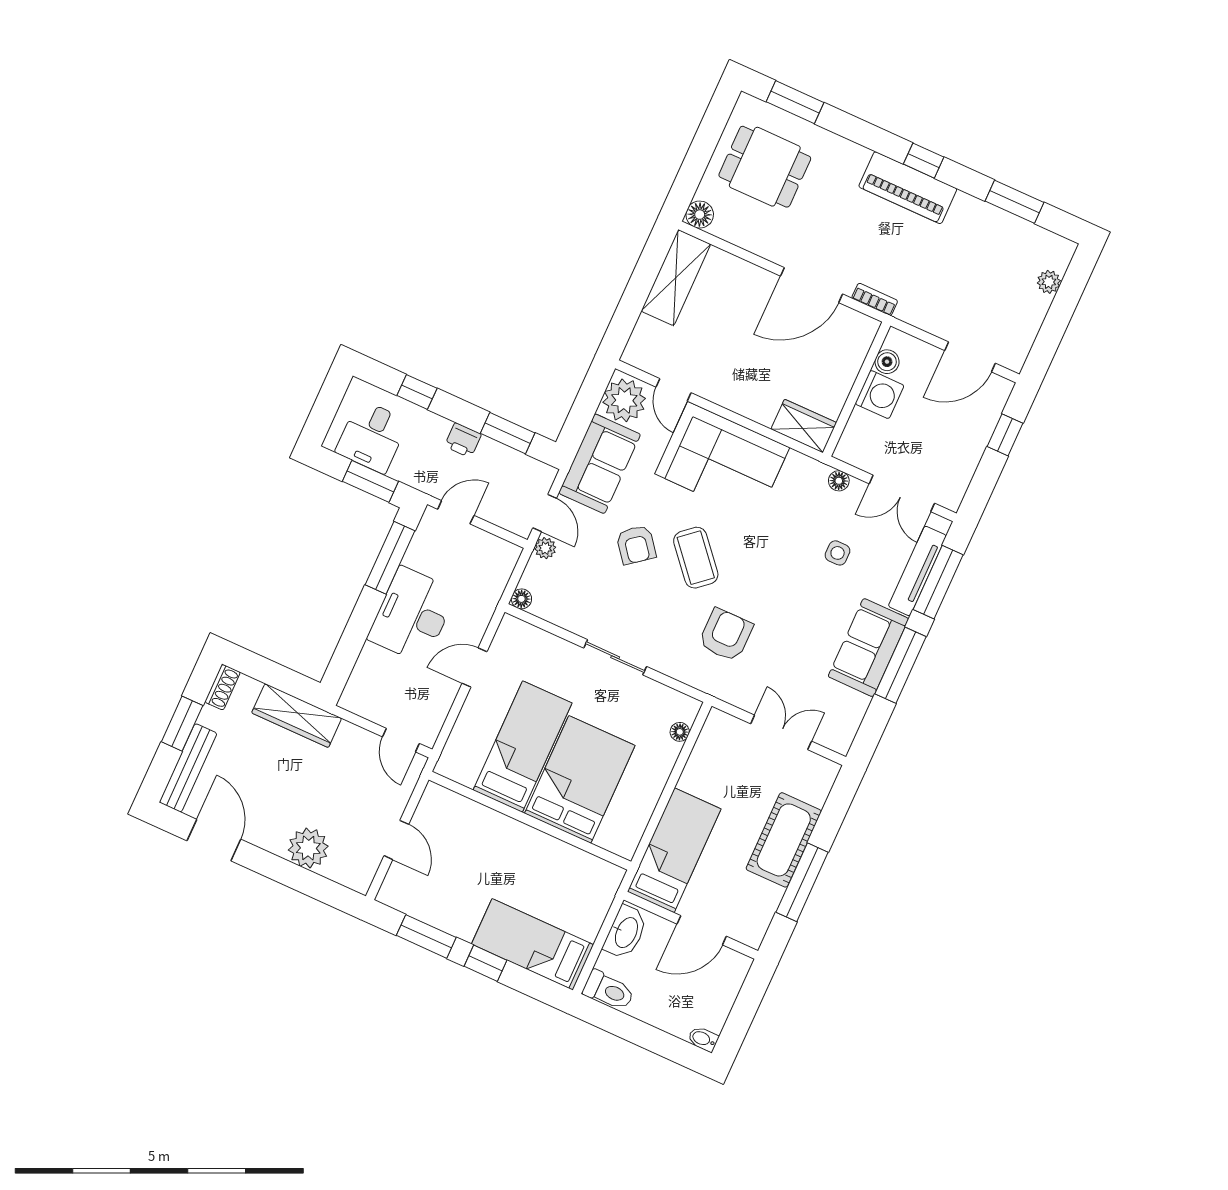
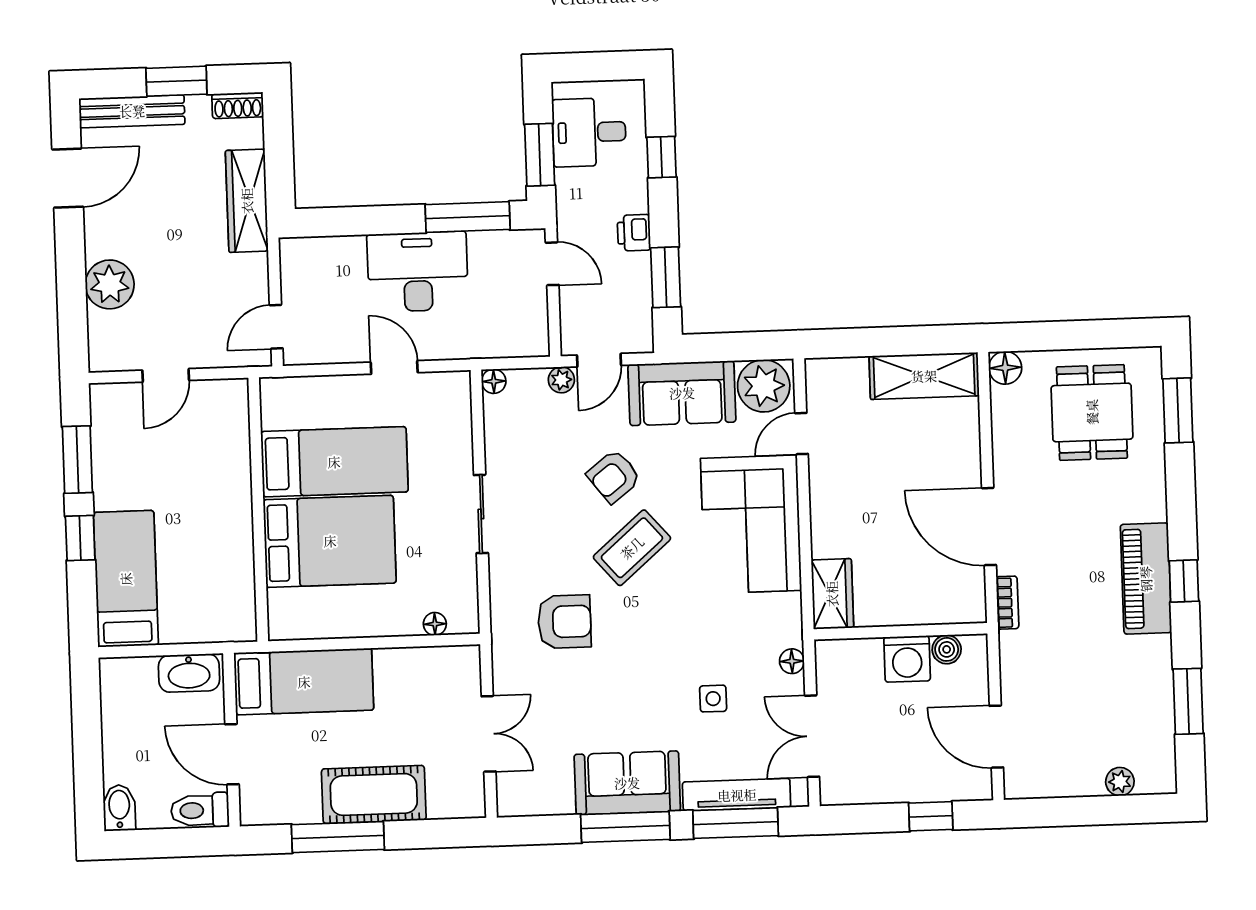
toilet: (609, 991) -> (200, 810), moved, turned 90
bidet: (703, 1039) -> (119, 808), width x1.38, depth x1.36

